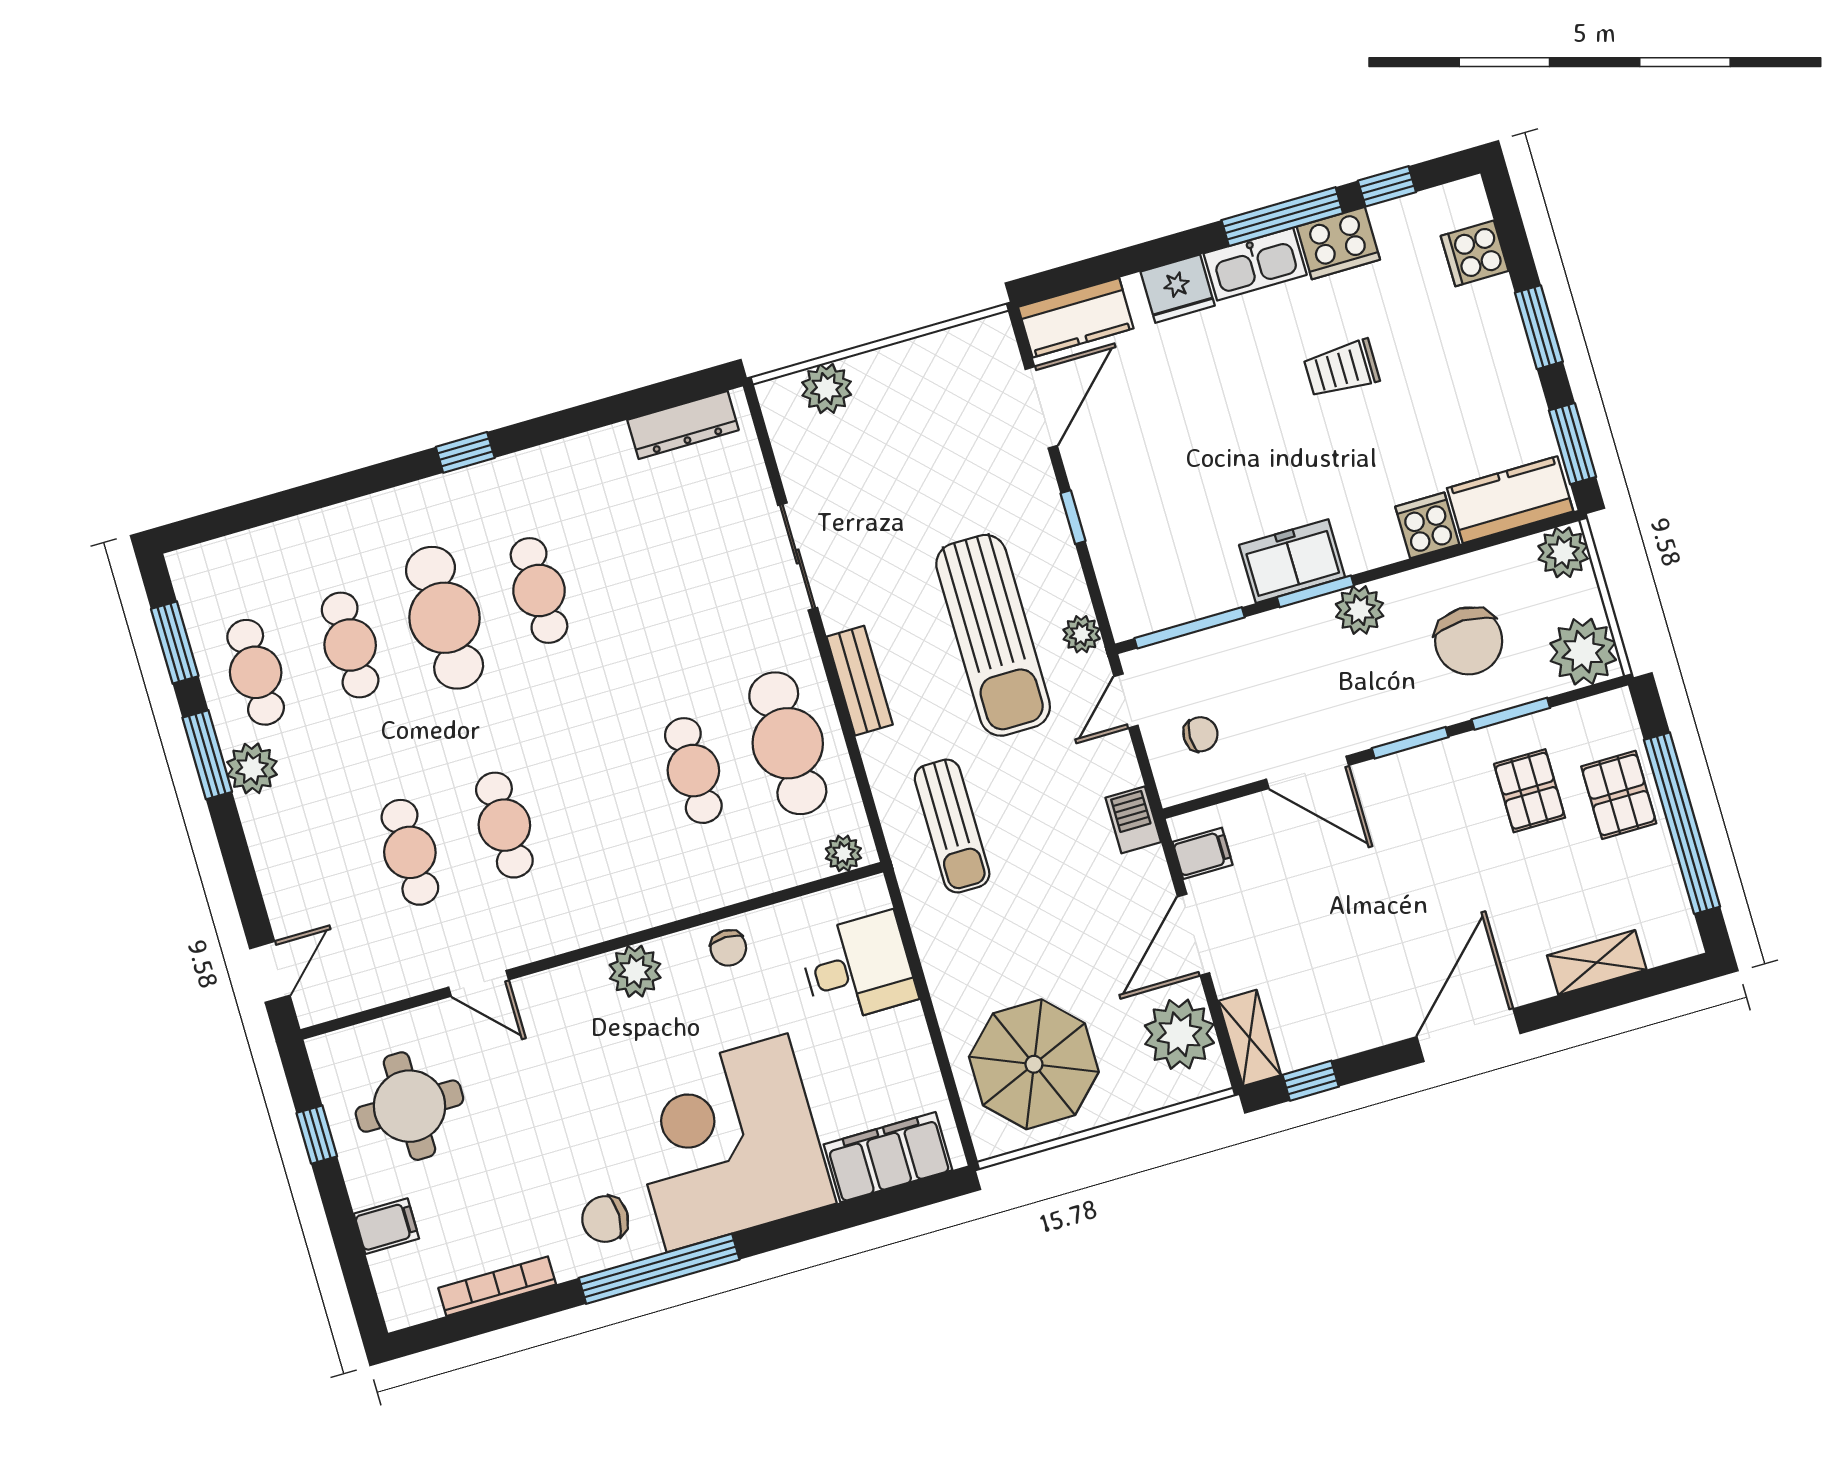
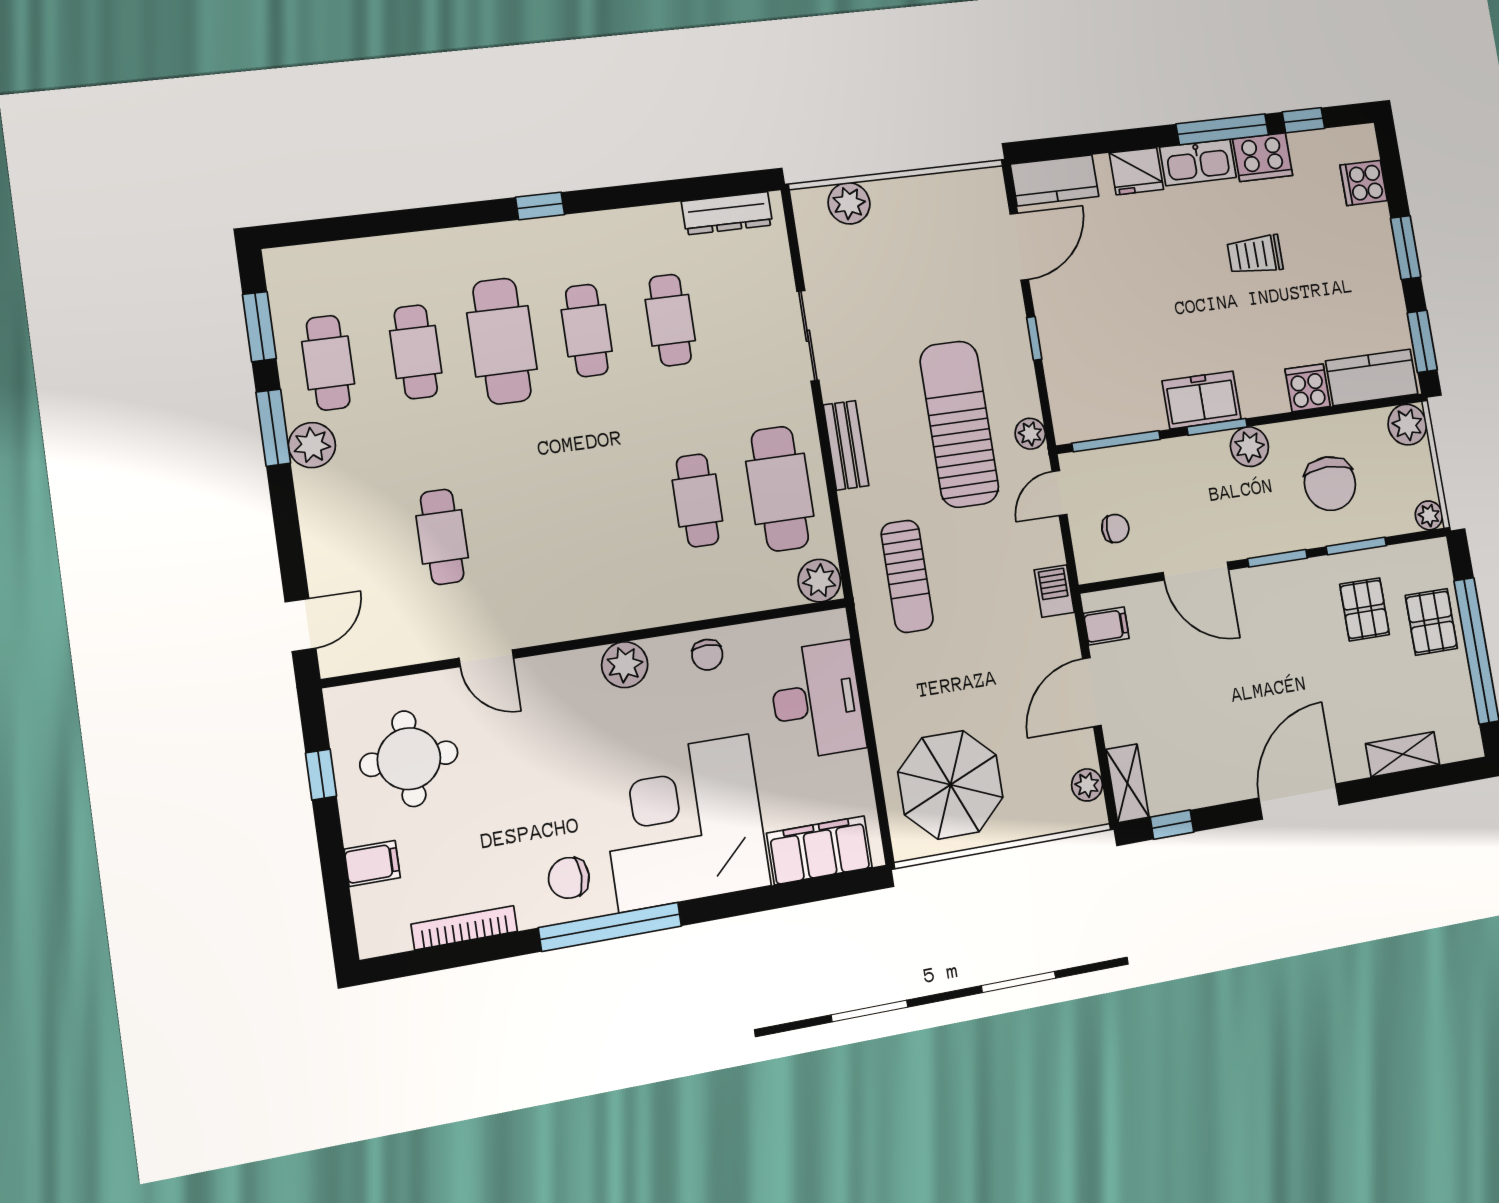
sun lounger: (993, 635) -> (959, 424), turned 180
plant: (1583, 652) -> (1429, 515), width x0.53, depth x0.53
cafe table: (504, 825) -> (670, 320), moved
plant: (843, 853) -> (819, 581), width x1.38, depth x1.38
desk: (858, 968) -> (817, 700), width x1.37
plant: (1179, 1034) -> (1087, 785), width x0.53, depth x0.53

